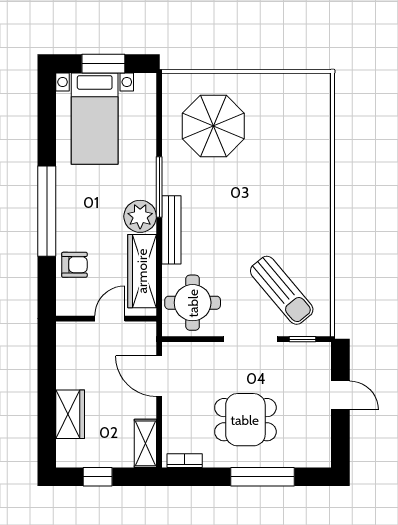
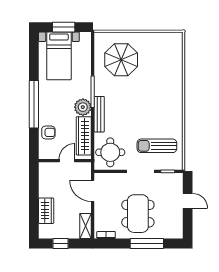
sun lounger: (282, 290) -> (157, 146), turned 130
dining table: (245, 420) -> (138, 214), width x1.38

